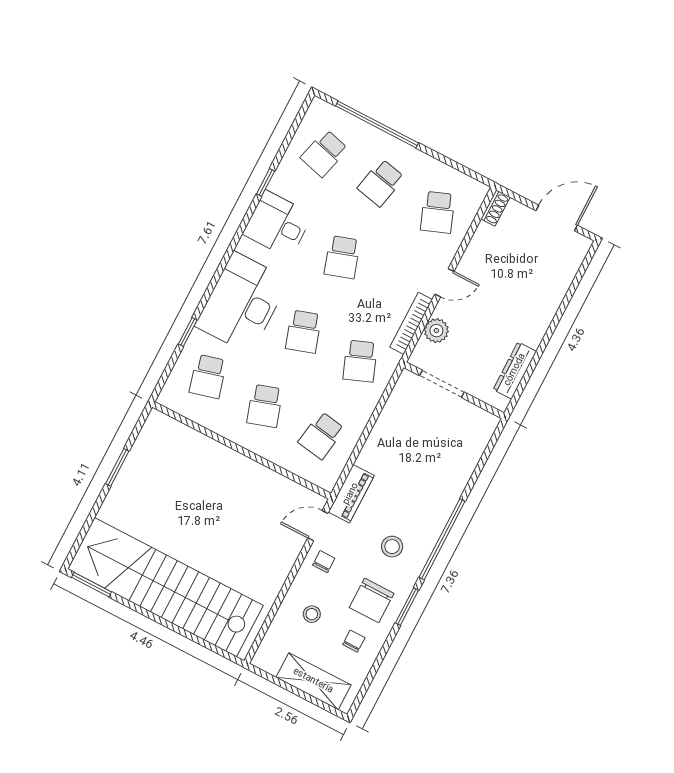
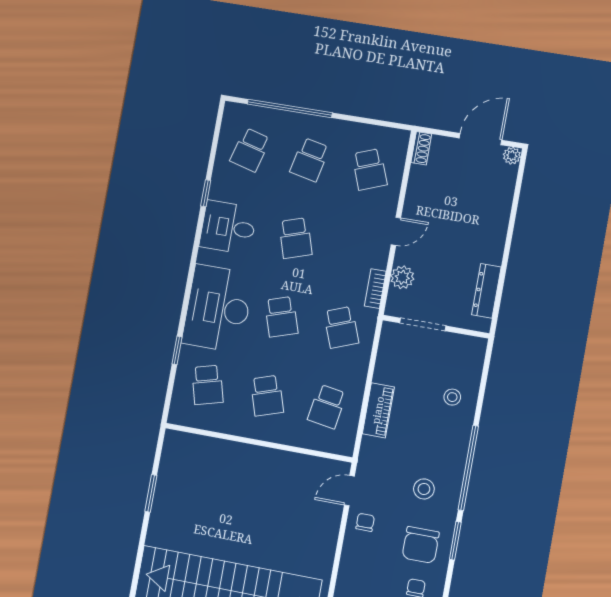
plant: (582, 245) -> (512, 156), added
bookcase: (411, 323) -> (375, 289), width x0.64
piano: (351, 494) -> (378, 410), moved
stool: (312, 614) -> (452, 397), moved

